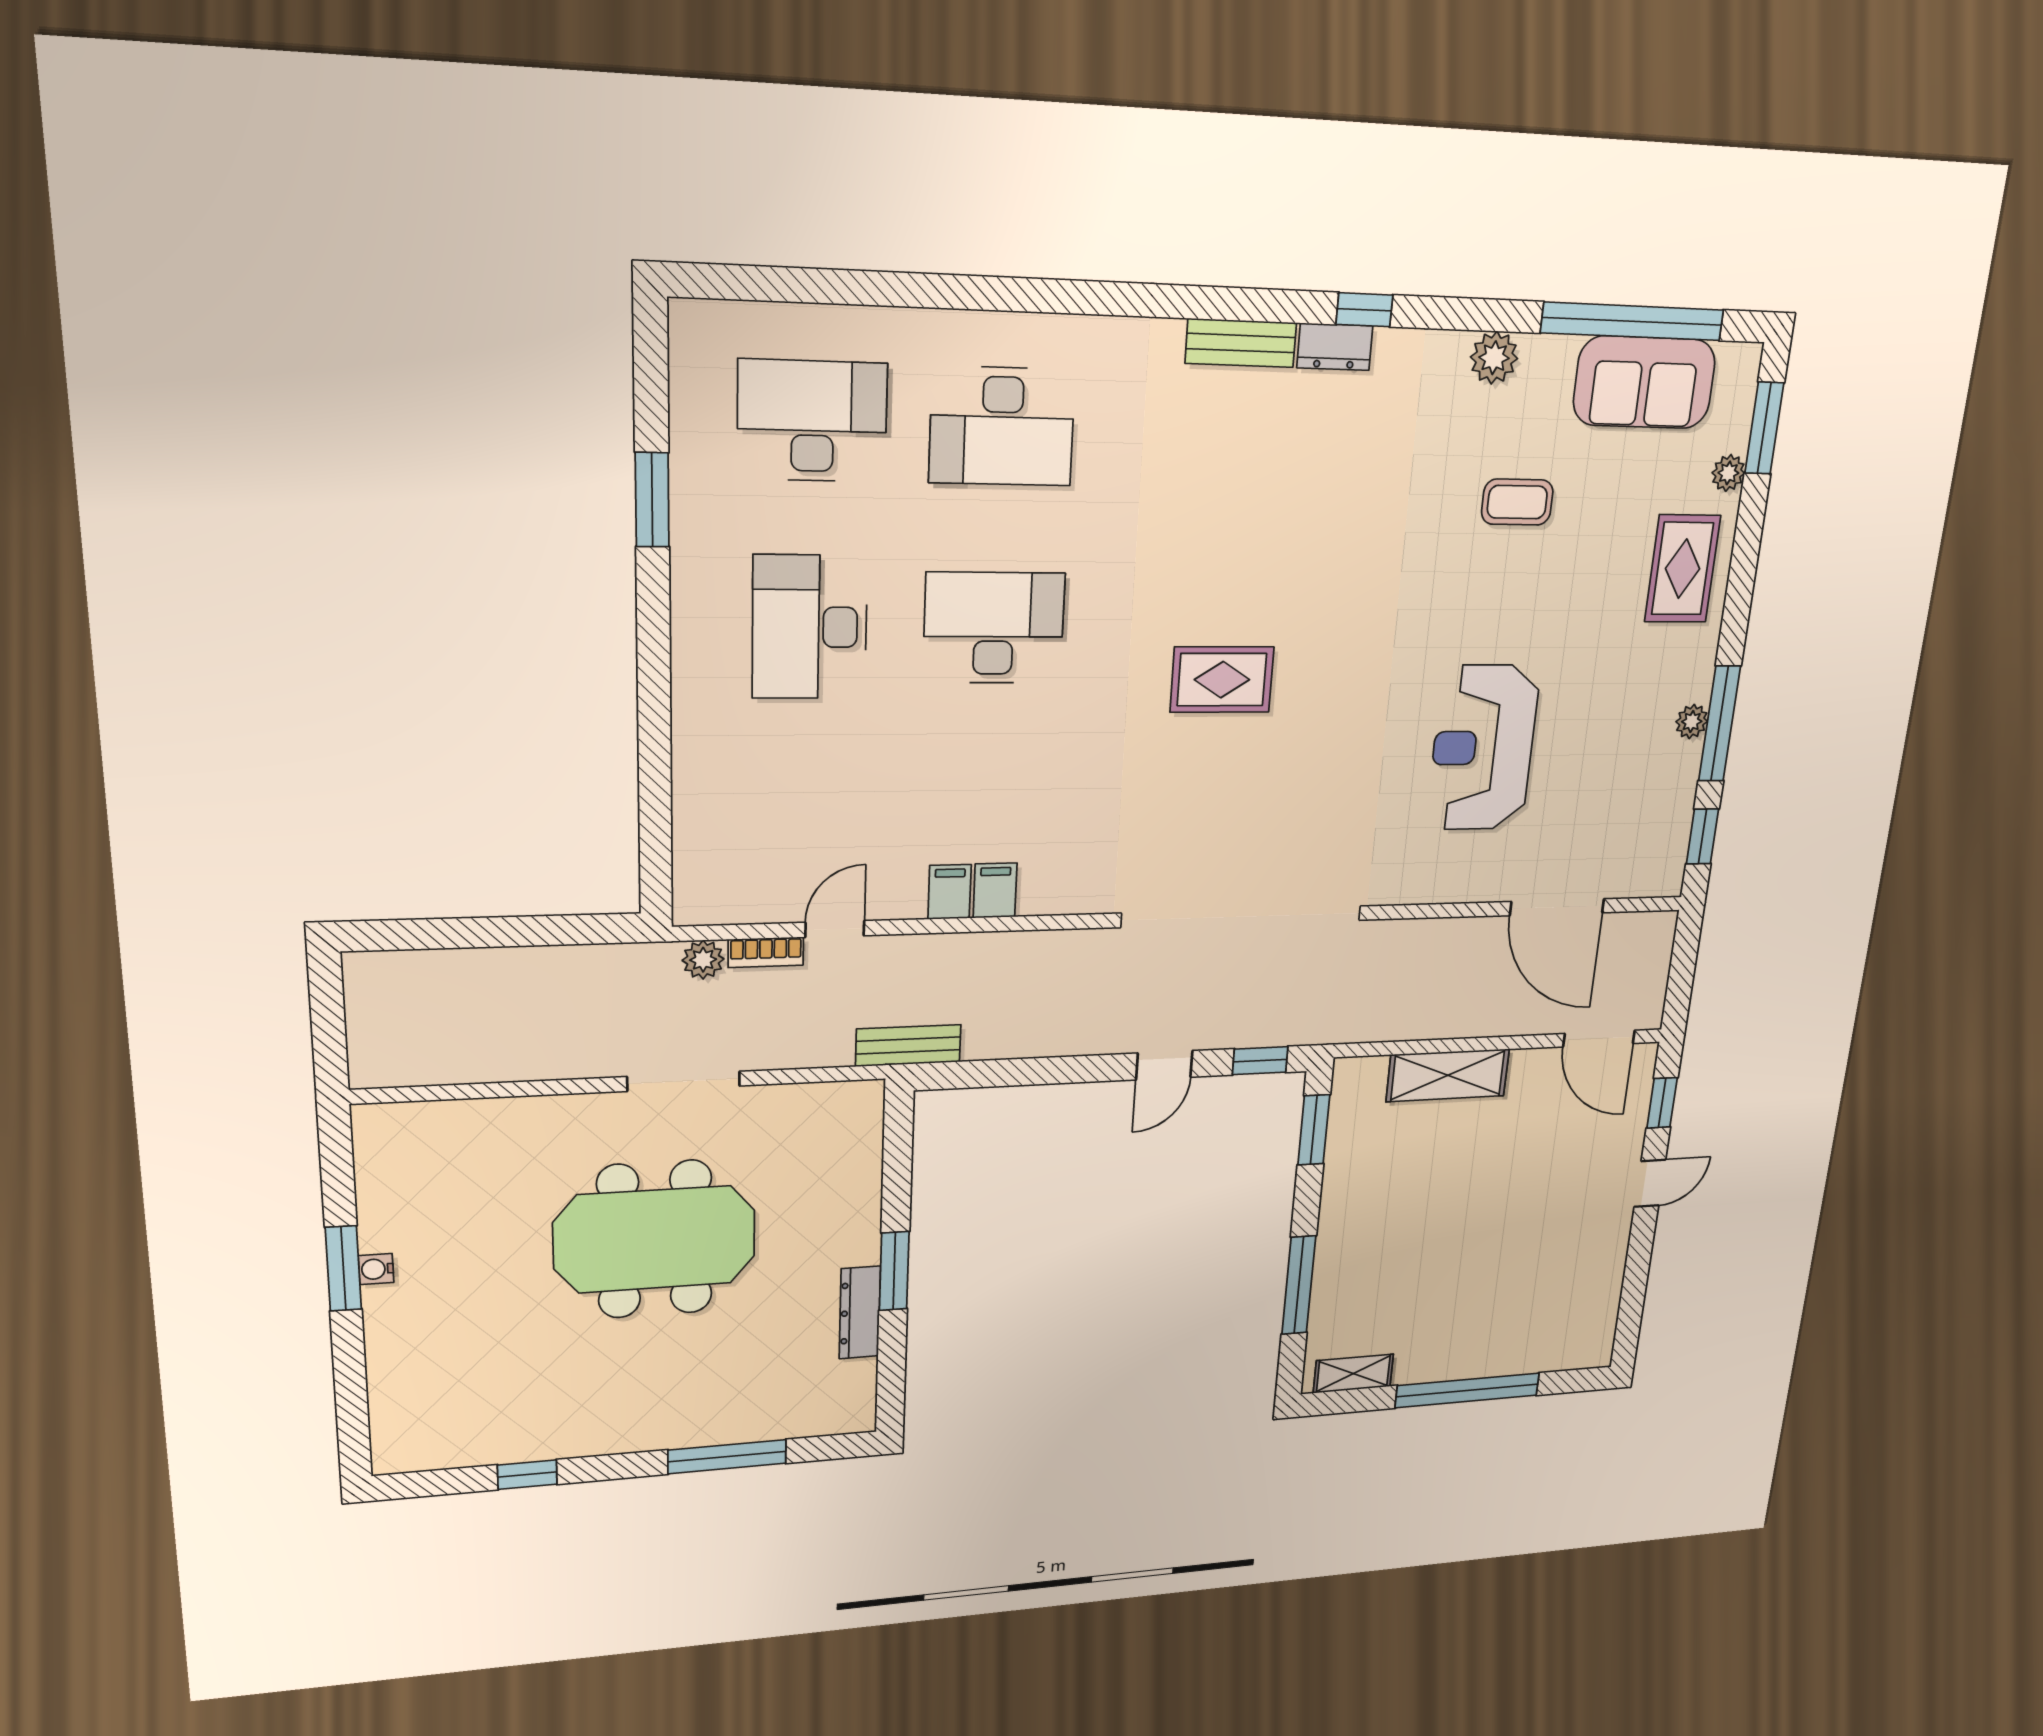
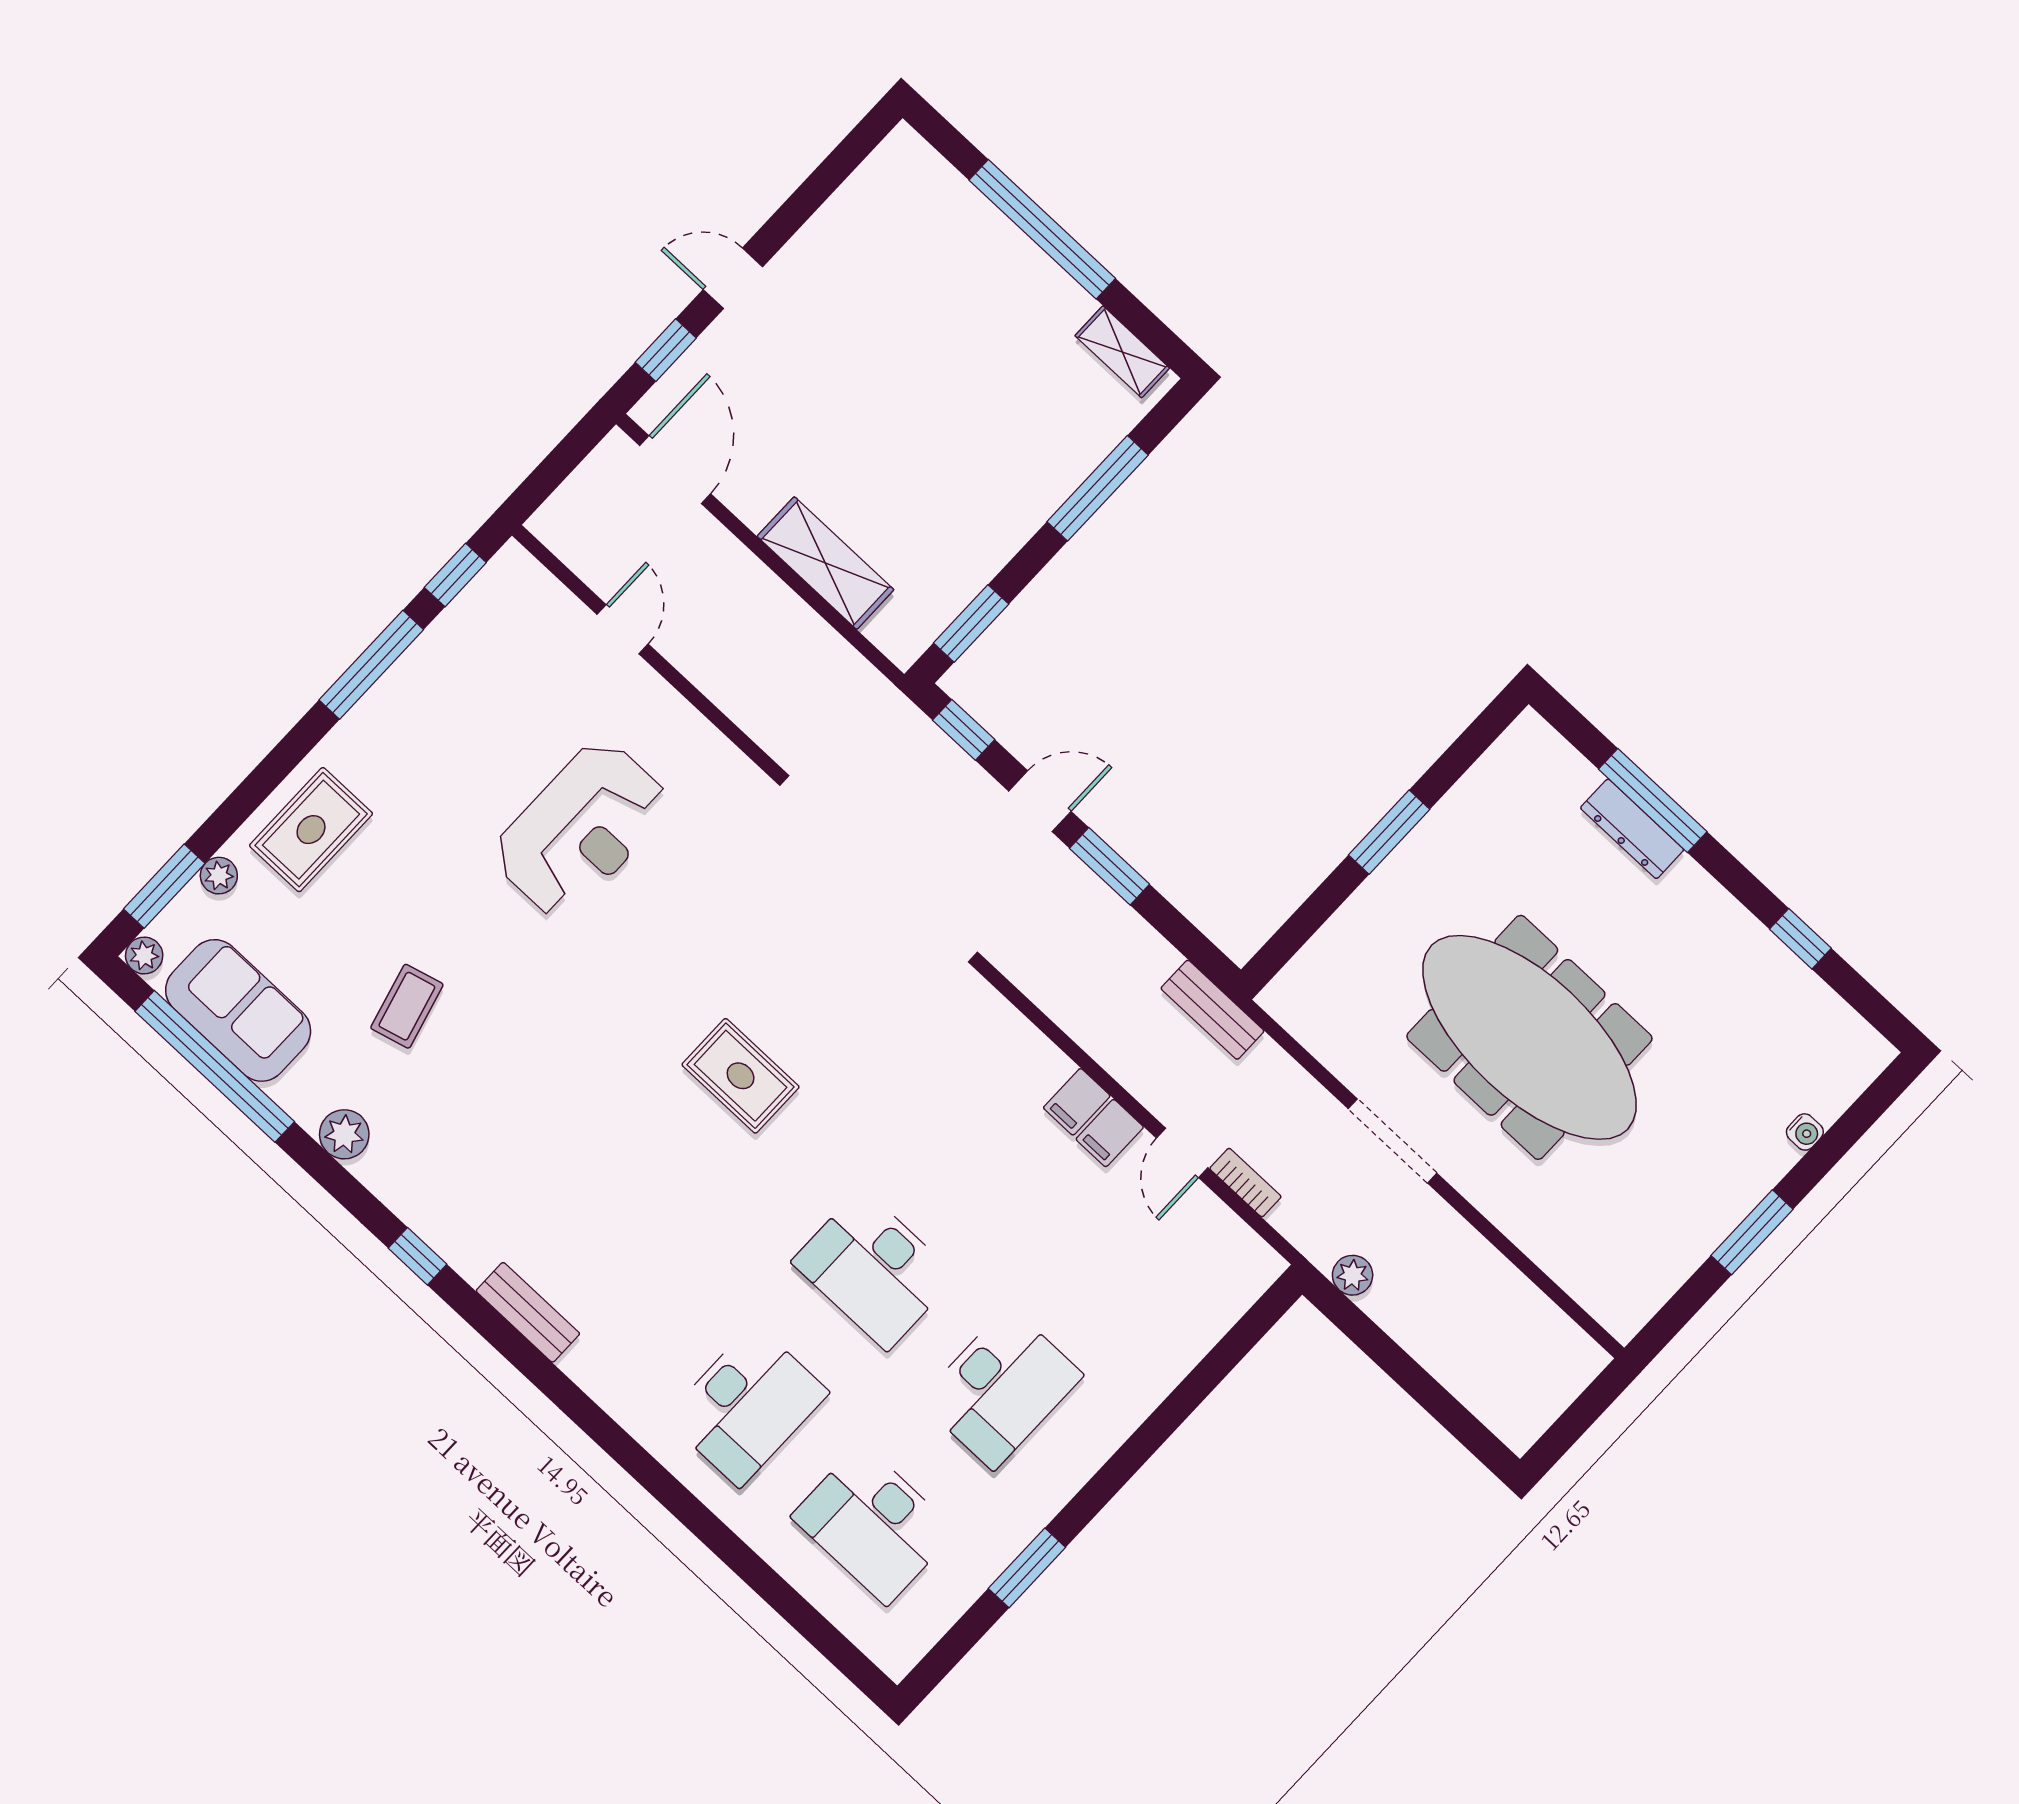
dresser: (1335, 347) -> (460, 1249), removed
desk: (1002, 426) -> (747, 1405), turned 90
coffee table: (1517, 502) -> (407, 1006), turned 75
plant: (1692, 722) -> (144, 956), moved
filing cabinet: (995, 890) -> (1110, 1133), moved
door: (1557, 907) -> (623, 629), width x0.53
door: (835, 929) -> (1182, 1153), hinge flipped
plant: (703, 960) -> (1353, 1275), moved
window: (1075, 1069) -> (1109, 866), added
meeting table: (655, 1239) -> (1529, 1037), width x1.36
water cooler: (376, 1269) -> (1805, 1132), moved
dresser: (860, 1313) -> (1632, 829), moved, turned 90

